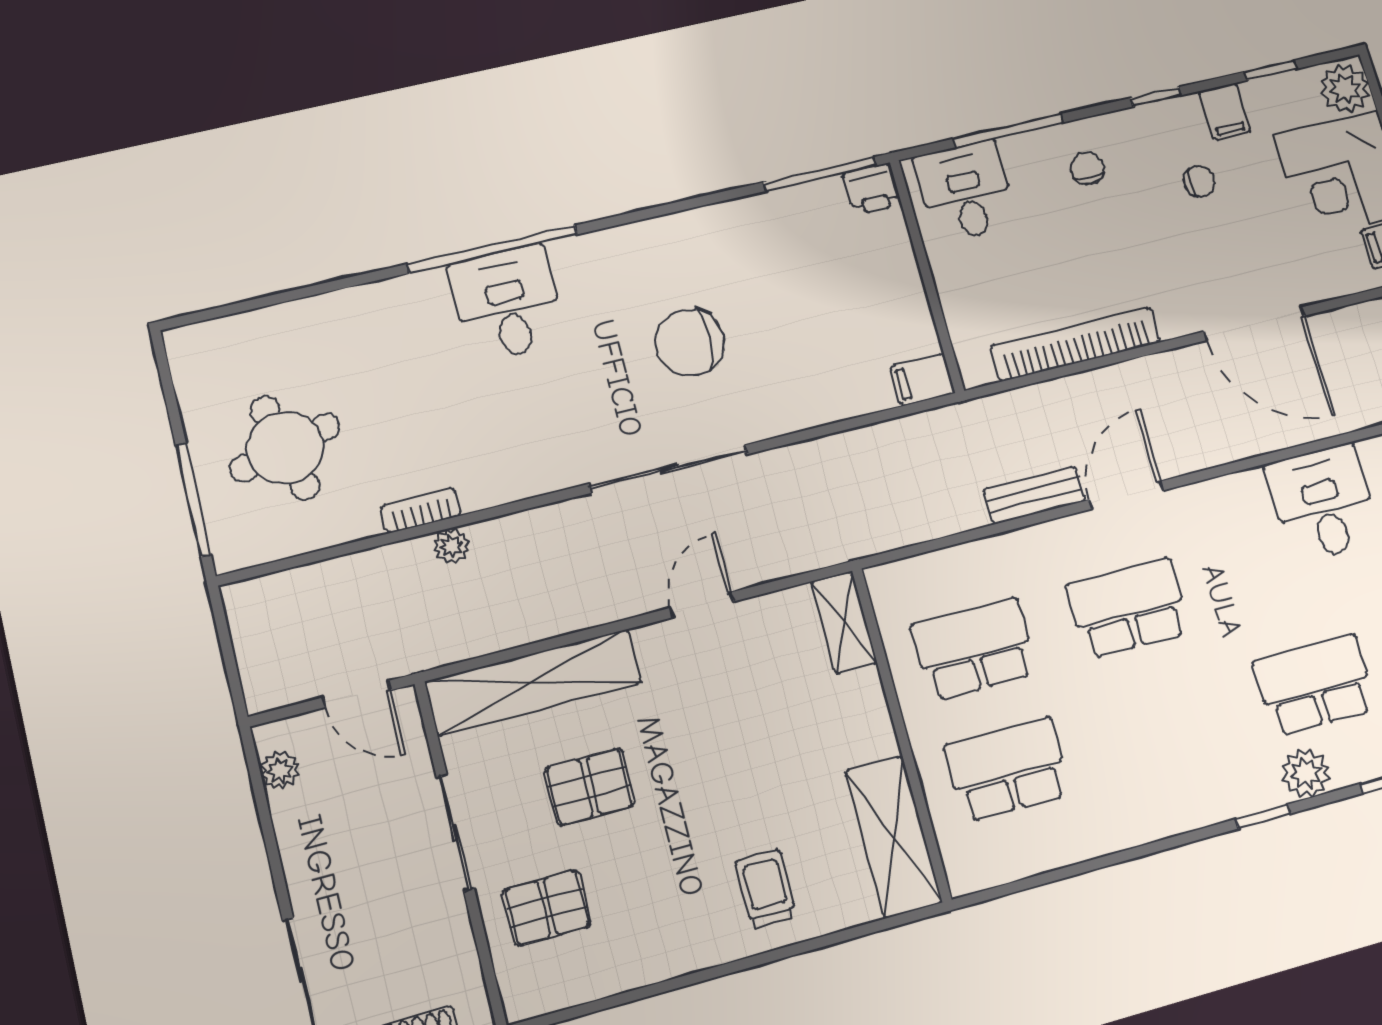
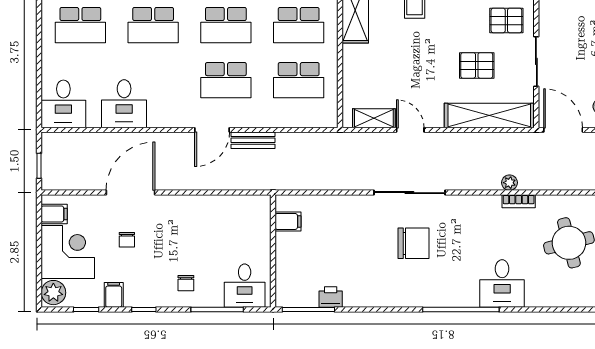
chair: (1199, 181) -> (127, 240), moved, turned -90
printer: (872, 189) -> (331, 297), moved
desk: (507, 303) -> (502, 284), moved
door: (1254, 324) -> (130, 193), hinge flipped
chair: (690, 343) -> (414, 243), moved
bookcase: (1076, 344) -> (215, 203), removed
filing cabinet: (923, 380) -> (288, 221), moved
door: (702, 605) -> (410, 130), swing flipped
shelving: (844, 622) -> (374, 118), moved, turned 90
door: (357, 694) -> (563, 130), width x1.38
school desk: (1163, 727) -> (226, 25), added

